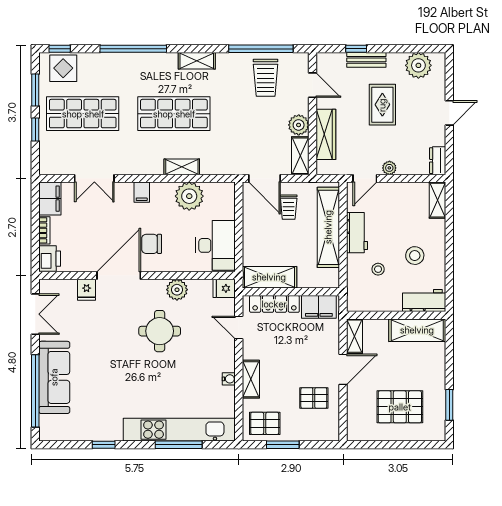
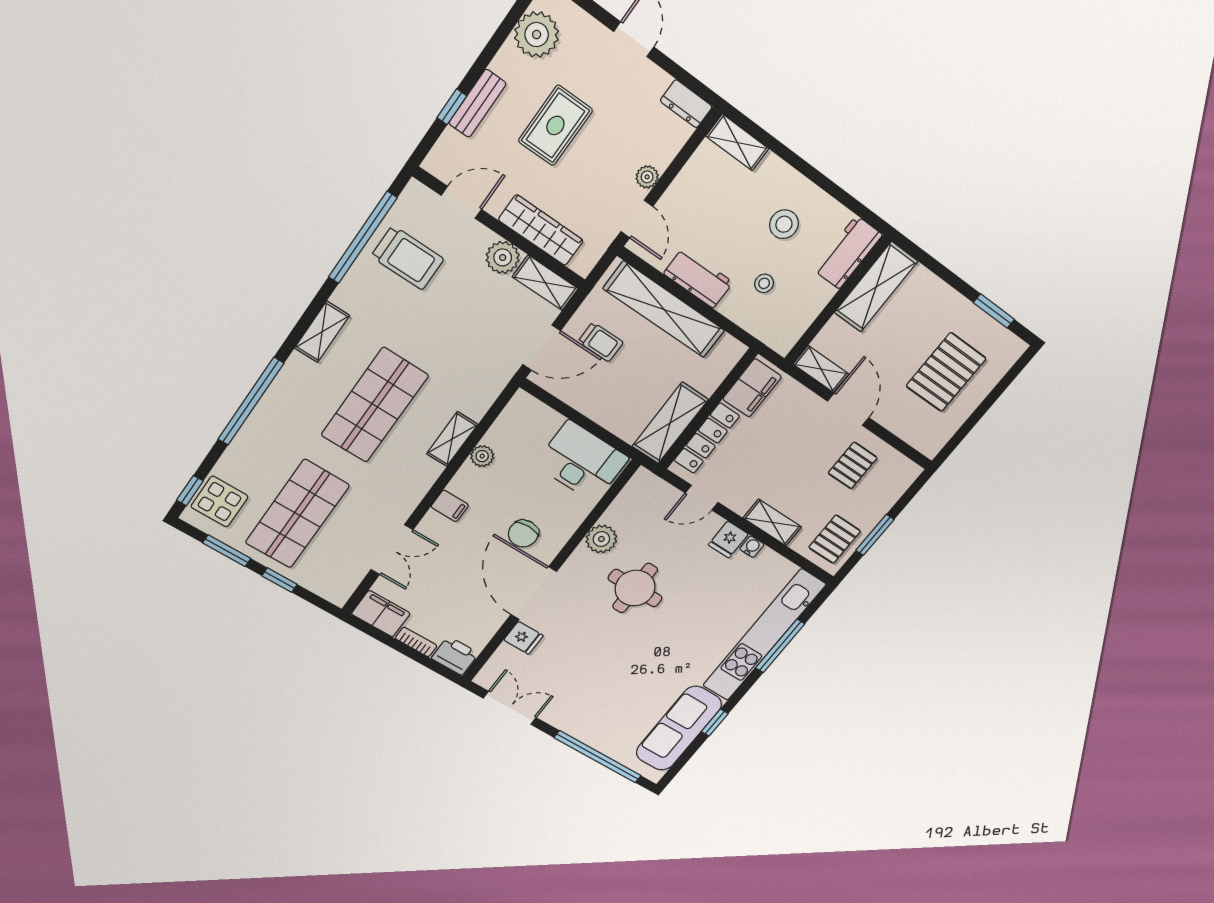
rug: (382, 105) -> (555, 125), turned 90
plant: (189, 196) -> (482, 456), width x0.53, depth x0.53
fridge: (224, 288) -> (728, 539), moved
sofa: (54, 377) -> (679, 728), moved, turned -90

